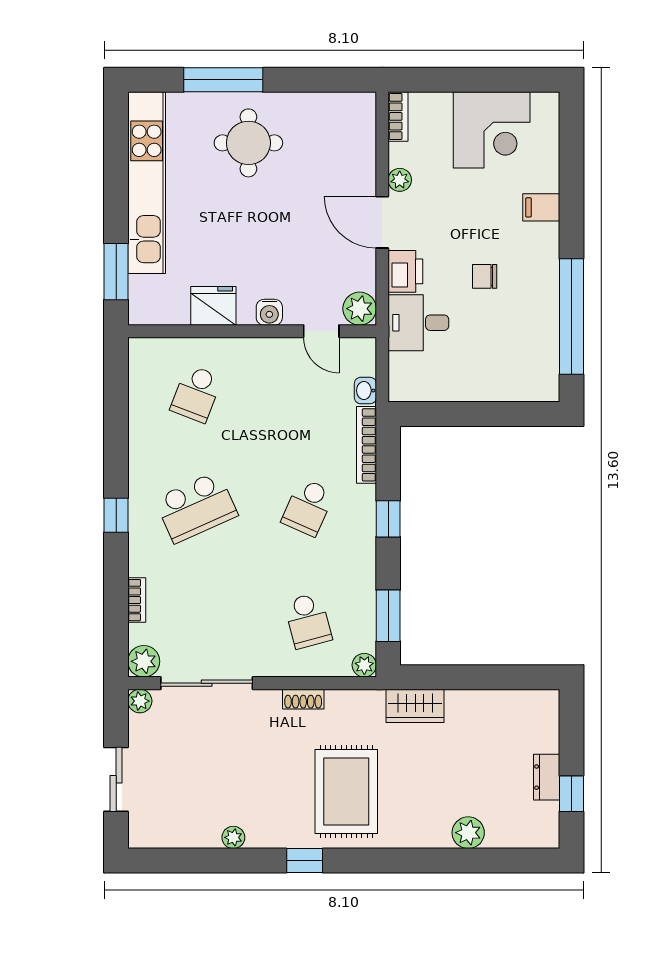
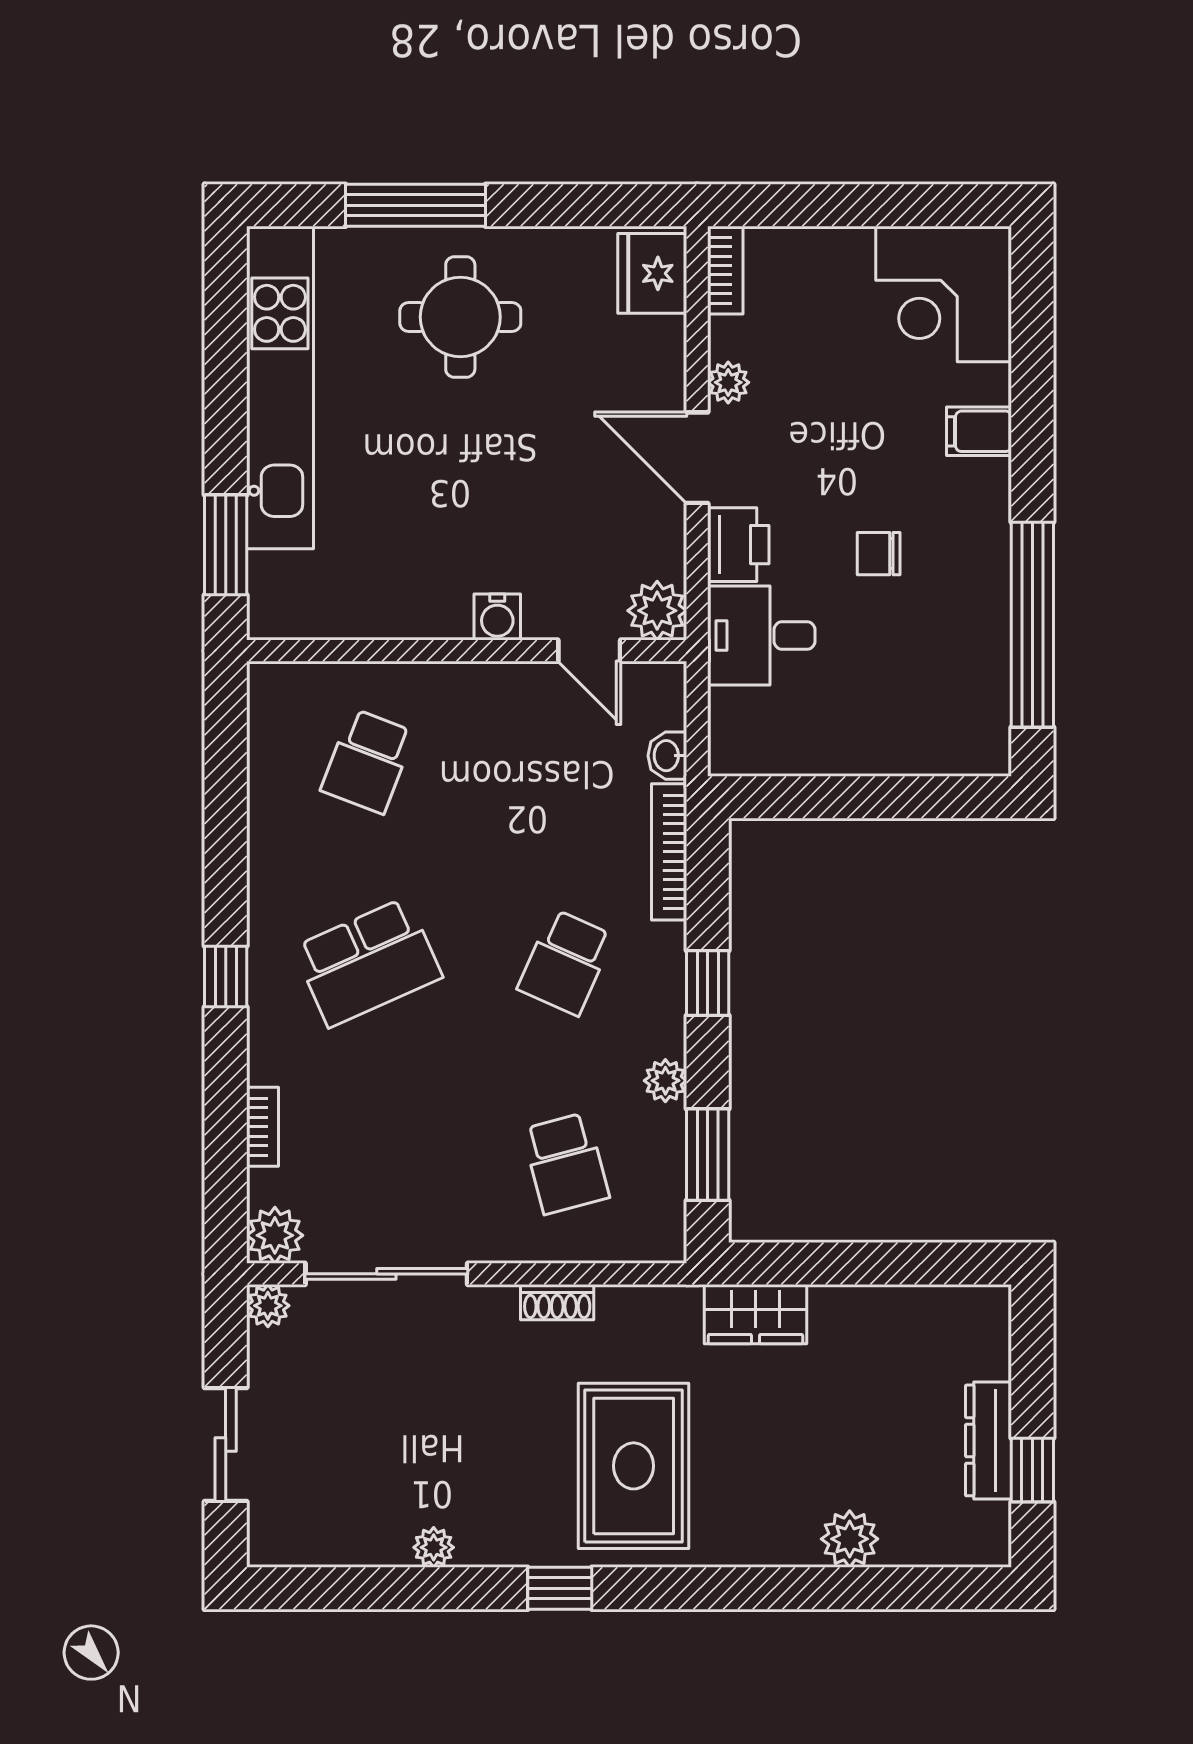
corner desk: (492, 130) -> (944, 294), moved, turned 90
fridge: (213, 306) -> (652, 273), moved, turned -90
plant: (364, 665) -> (665, 1081), moved
dresser: (547, 777) -> (989, 1440), width x1.44

